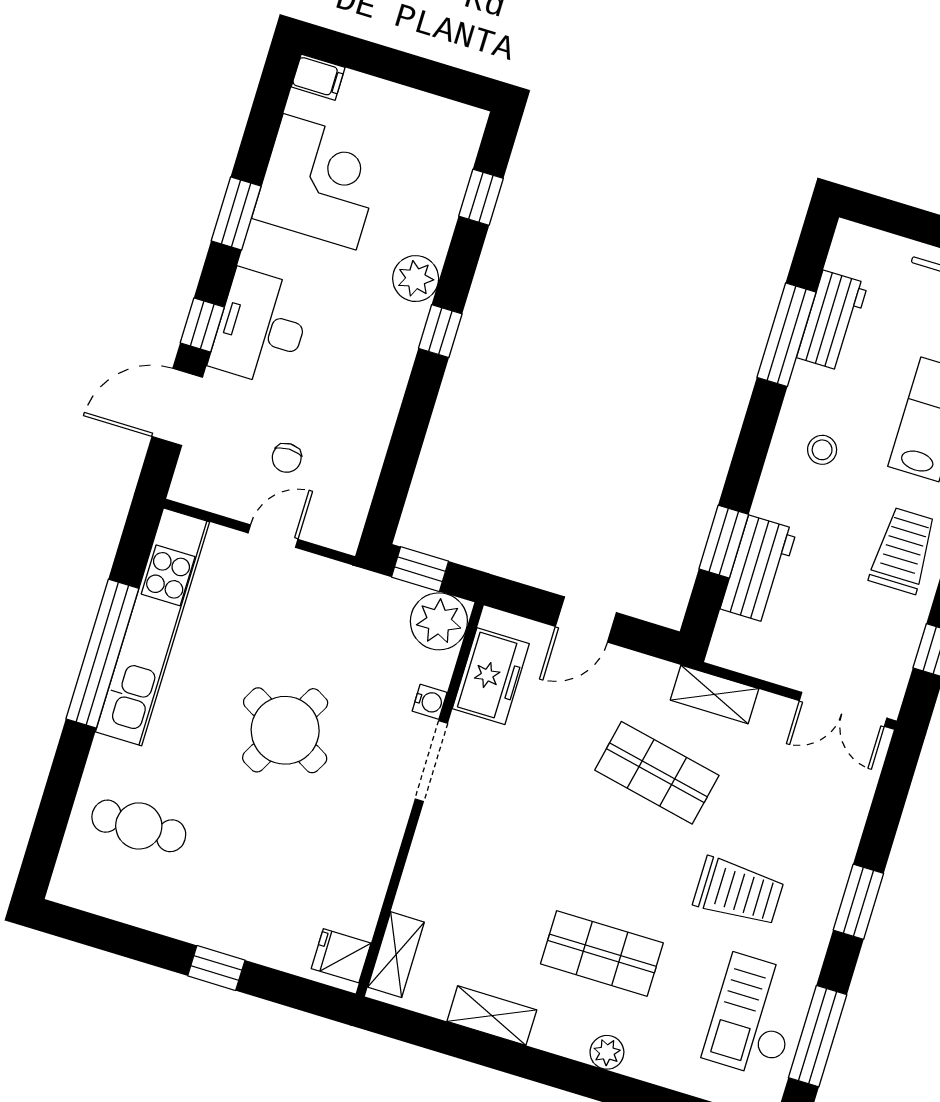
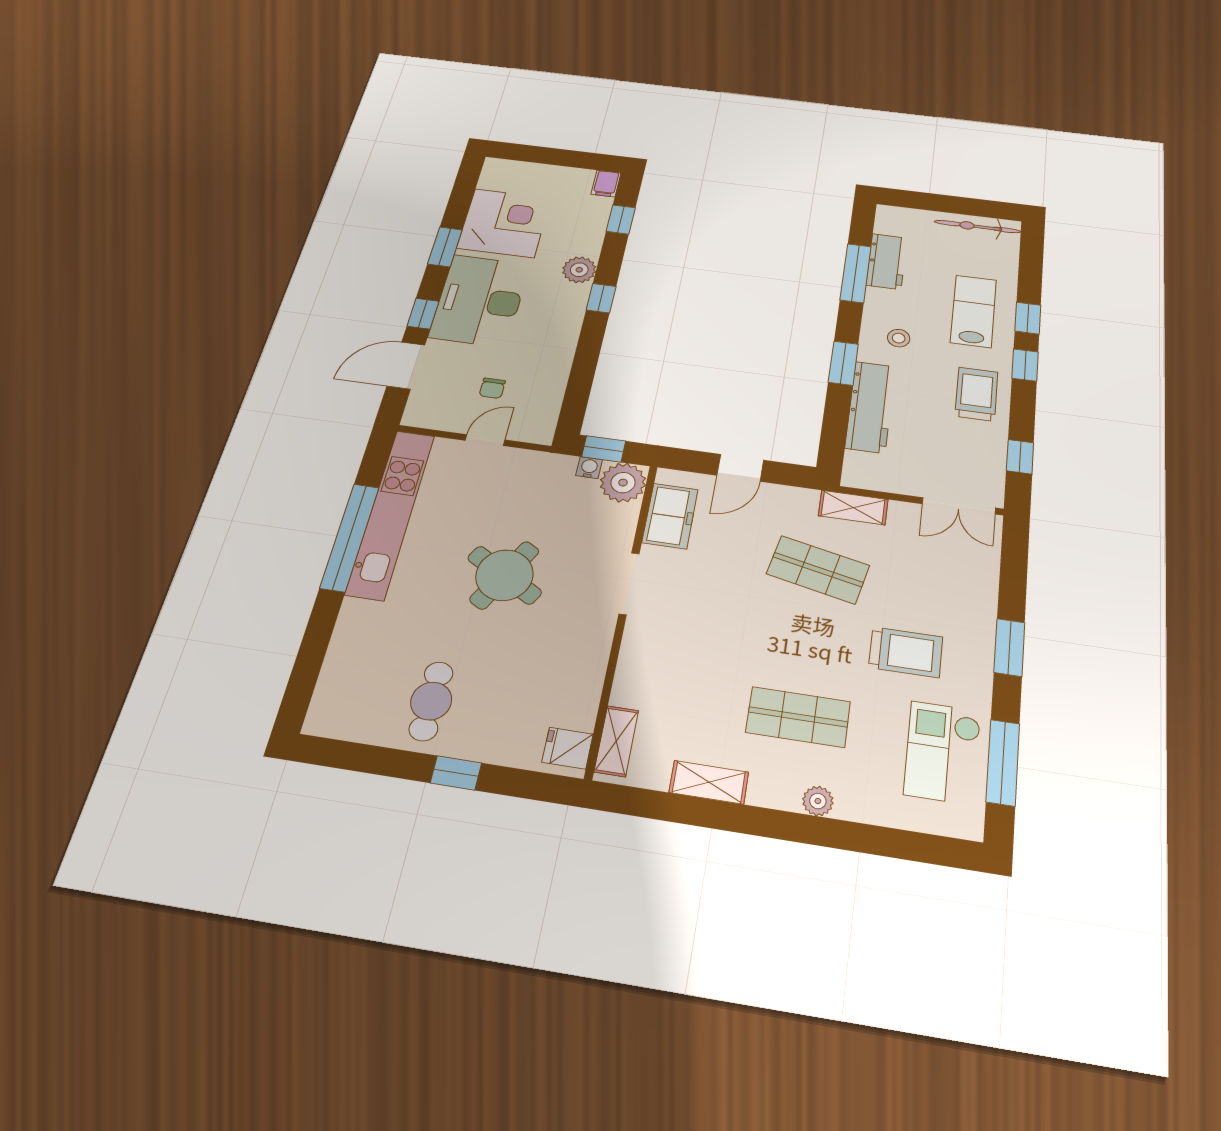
filing cabinet: (318, 77) -> (606, 184), moved, turned 90
desk: (261, 328) -> (480, 300), width x1.36, depth x1.30
window: (724, 542) -> (843, 363), moved
workbench: (759, 569) -> (870, 407), width x1.38
water cooler: (430, 702) -> (589, 468), moved, turned -90
cafe table: (139, 826) -> (431, 701), moved, turned 90

